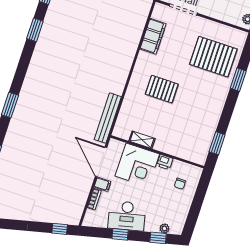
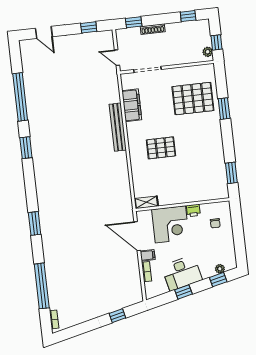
bench: (108, 118) -> (118, 127), moved
shelving: (142, 140) -> (146, 202), moved
window: (60, 229) -> (117, 316), moved

